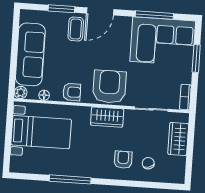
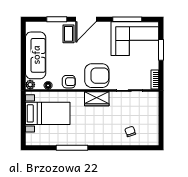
armchair: (109, 87) -> (97, 76), turned 90
wardrobe: (178, 139) -> (152, 112), removed
armchair: (123, 160) -> (111, 130), removed

